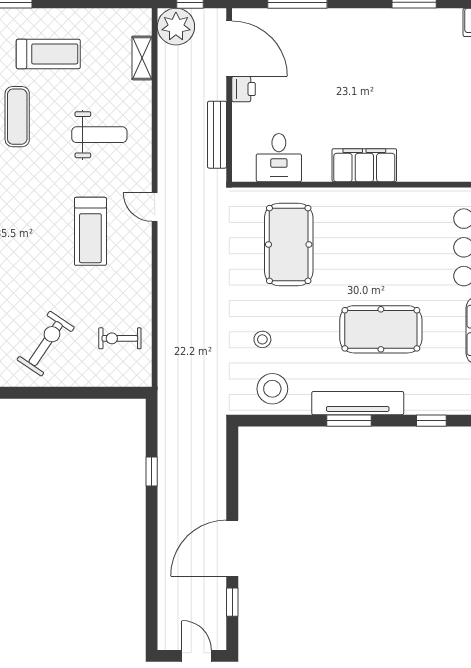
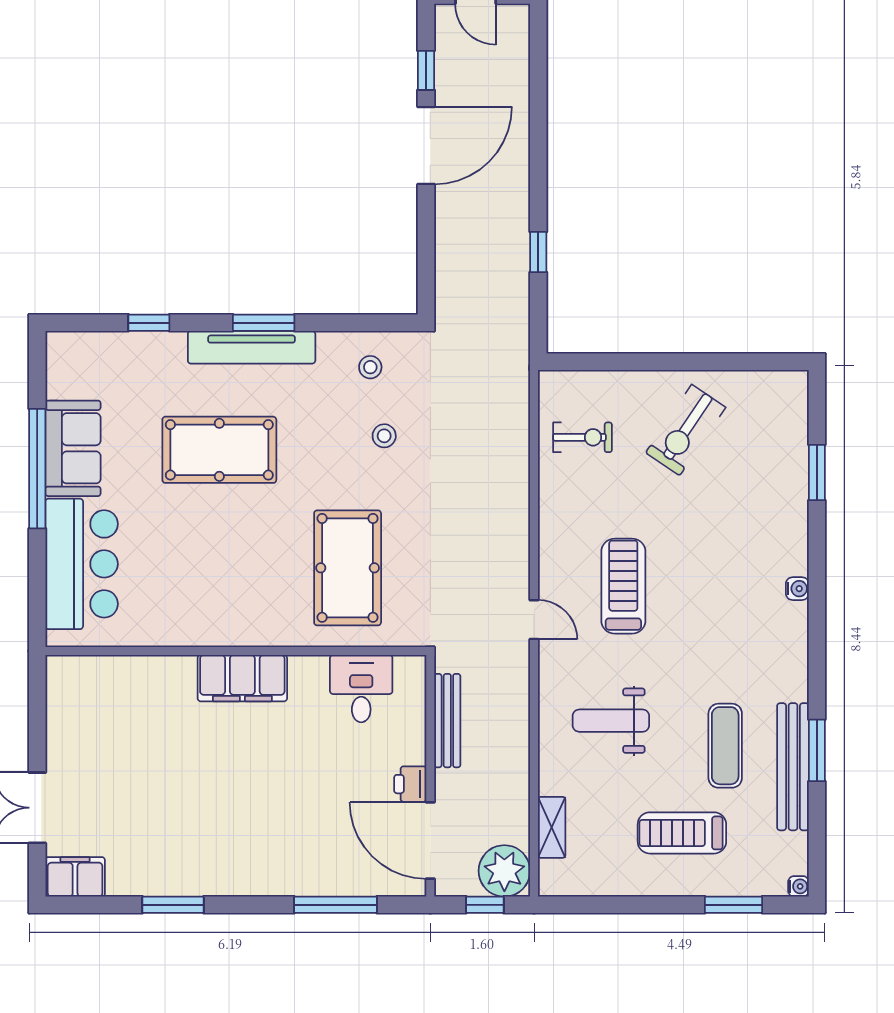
stool: (272, 389) -> (370, 367), width x0.53, depth x0.53

